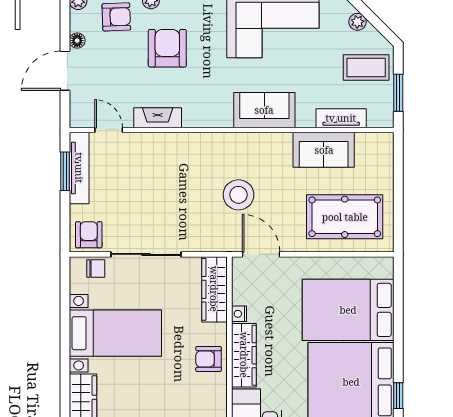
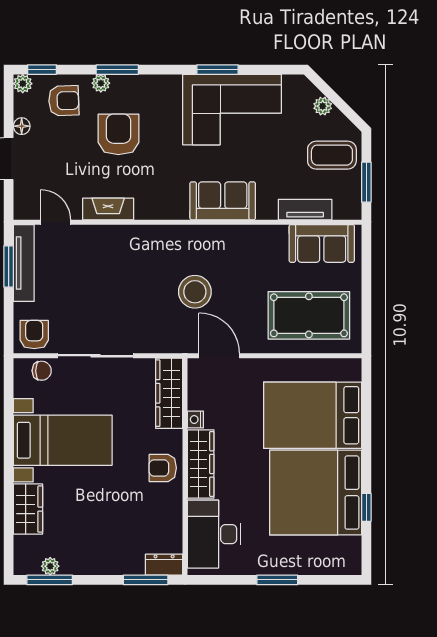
sofa: (324, 150) -> (322, 243), moved

